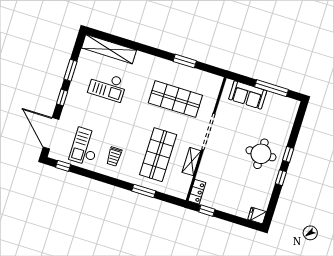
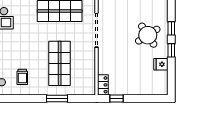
round table: (261, 154) -> (148, 35), turned -33
shelving: (192, 162) -> (90, 60), removed
fridge: (257, 216) -> (161, 64), moved

